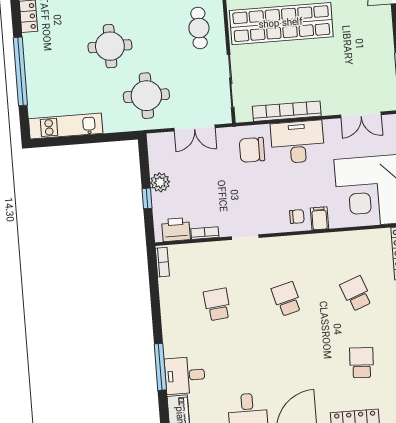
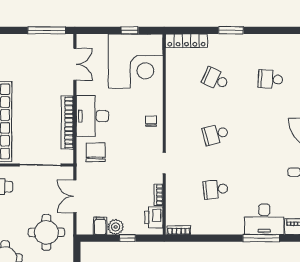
double door: (194, 128) -> (75, 196), swing flipped
chair: (252, 150) -> (96, 152), turned 180
filing cabinet: (319, 218) -> (100, 226), moved, turned 90
school desk: (356, 294) -> (216, 79), turned 45
desk: (185, 375) -> (264, 219), width x1.37

